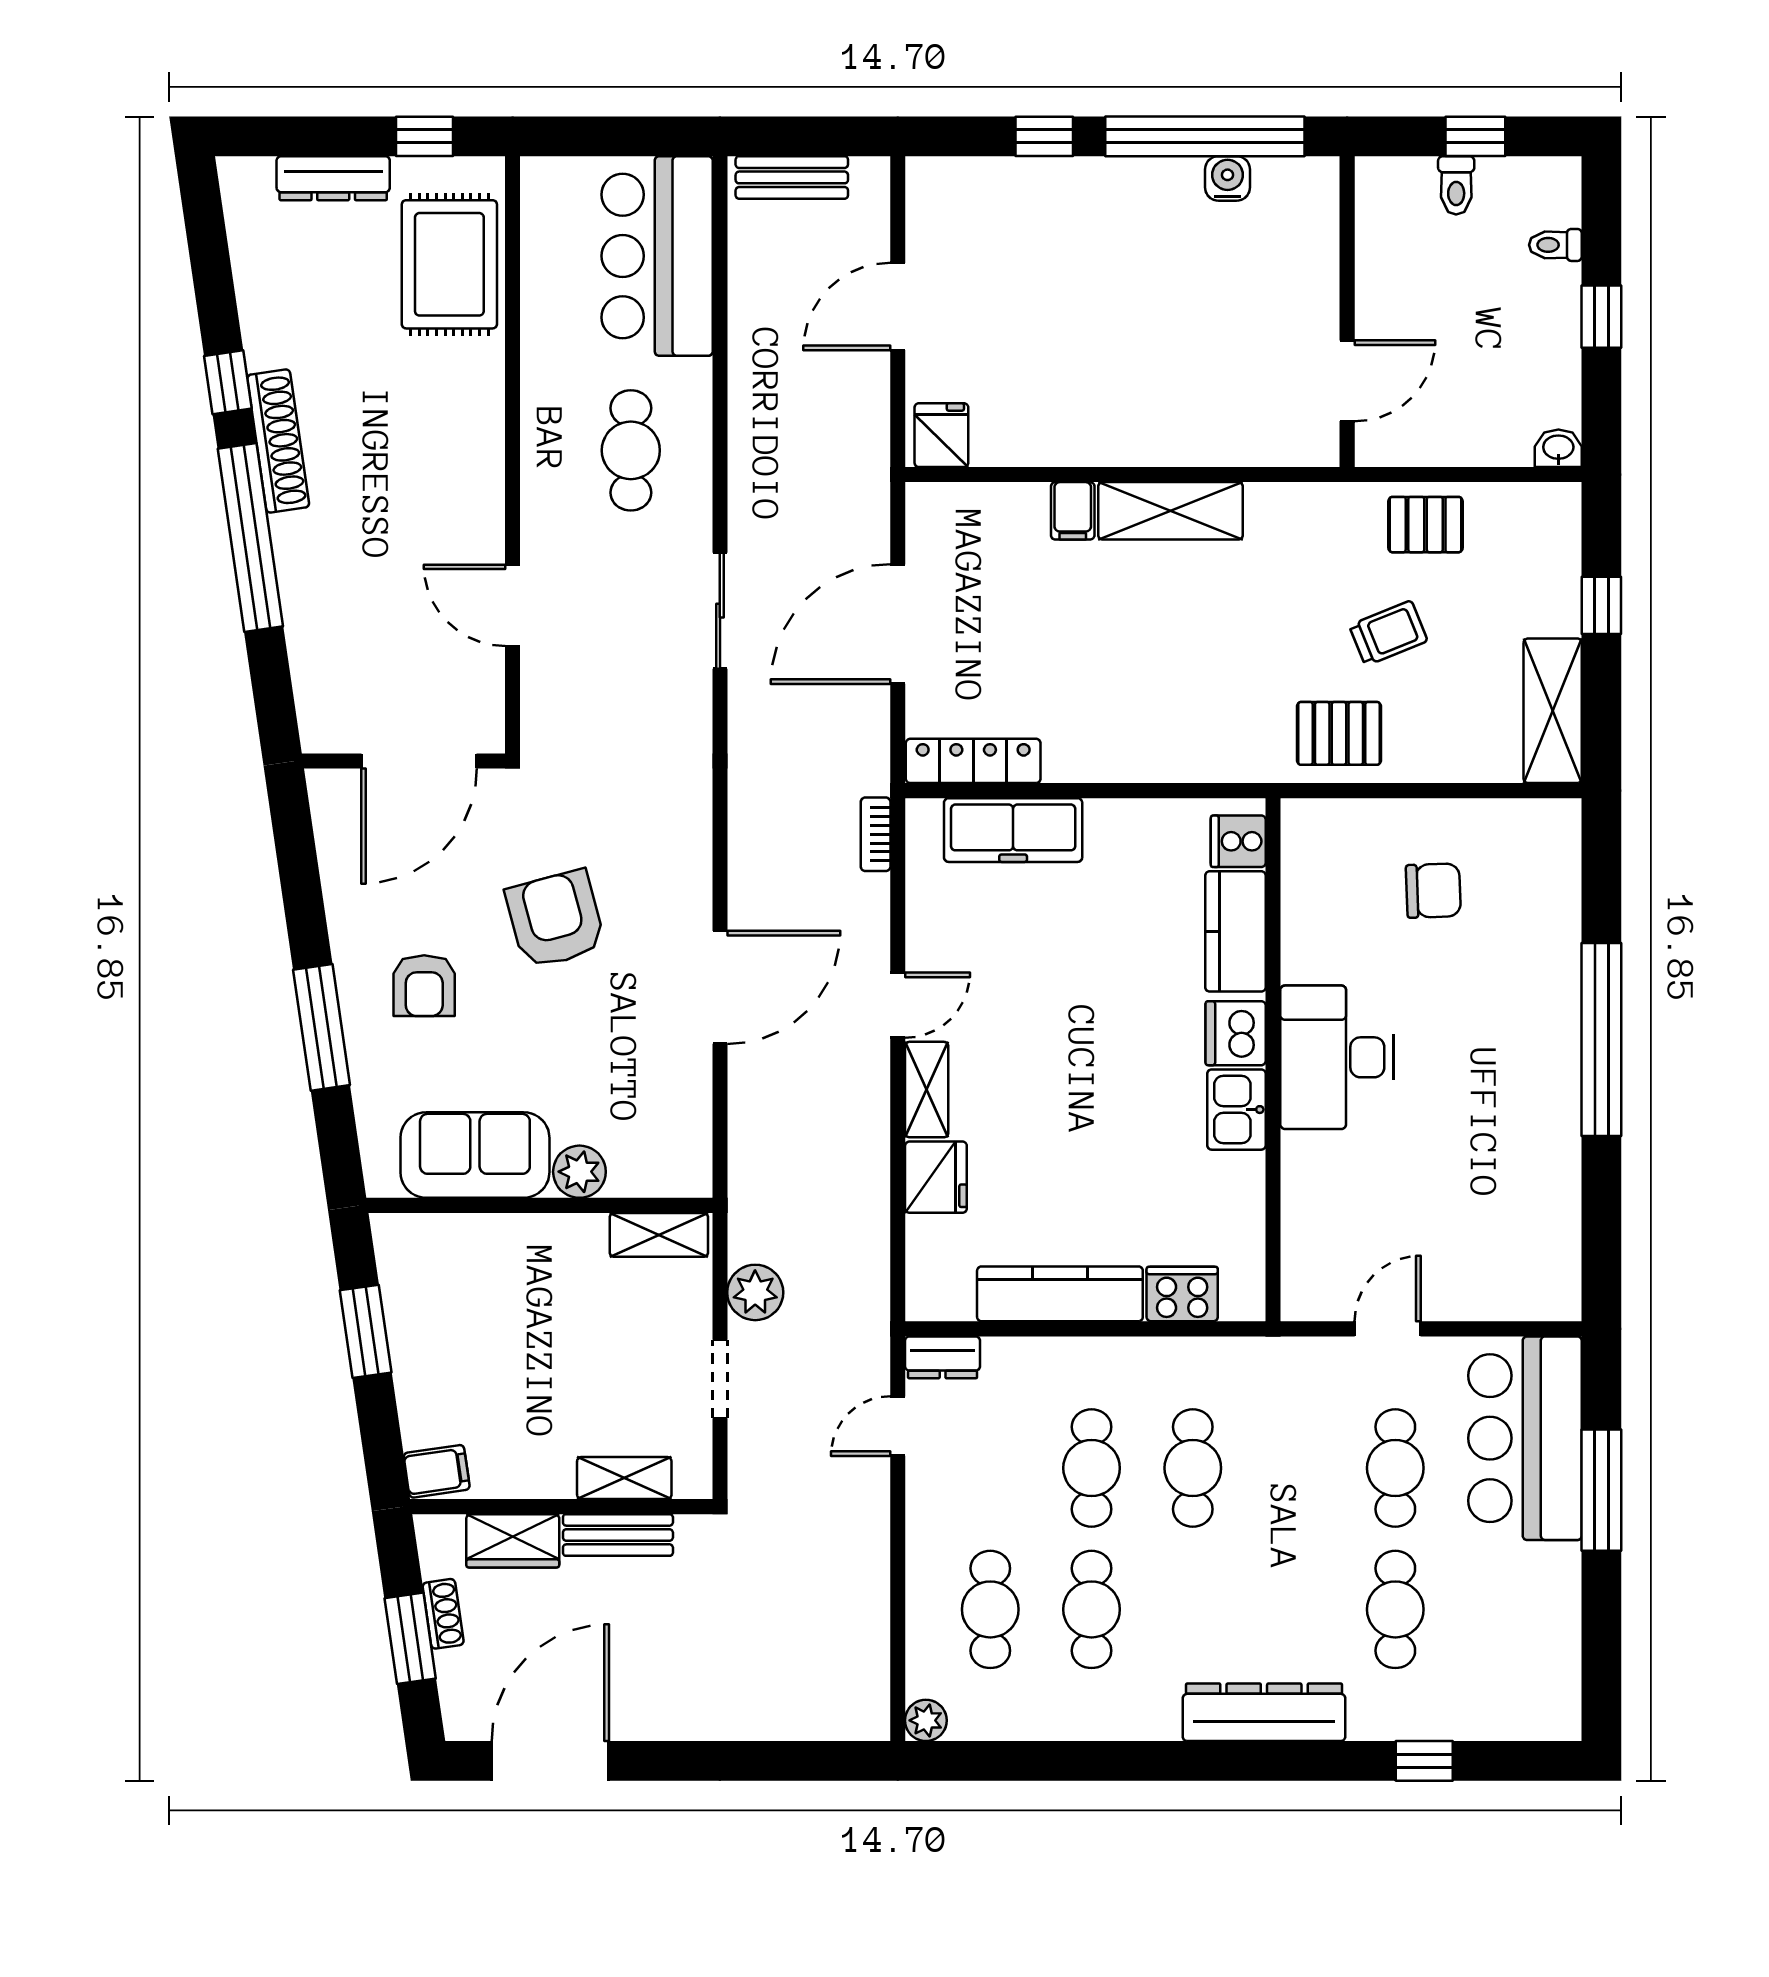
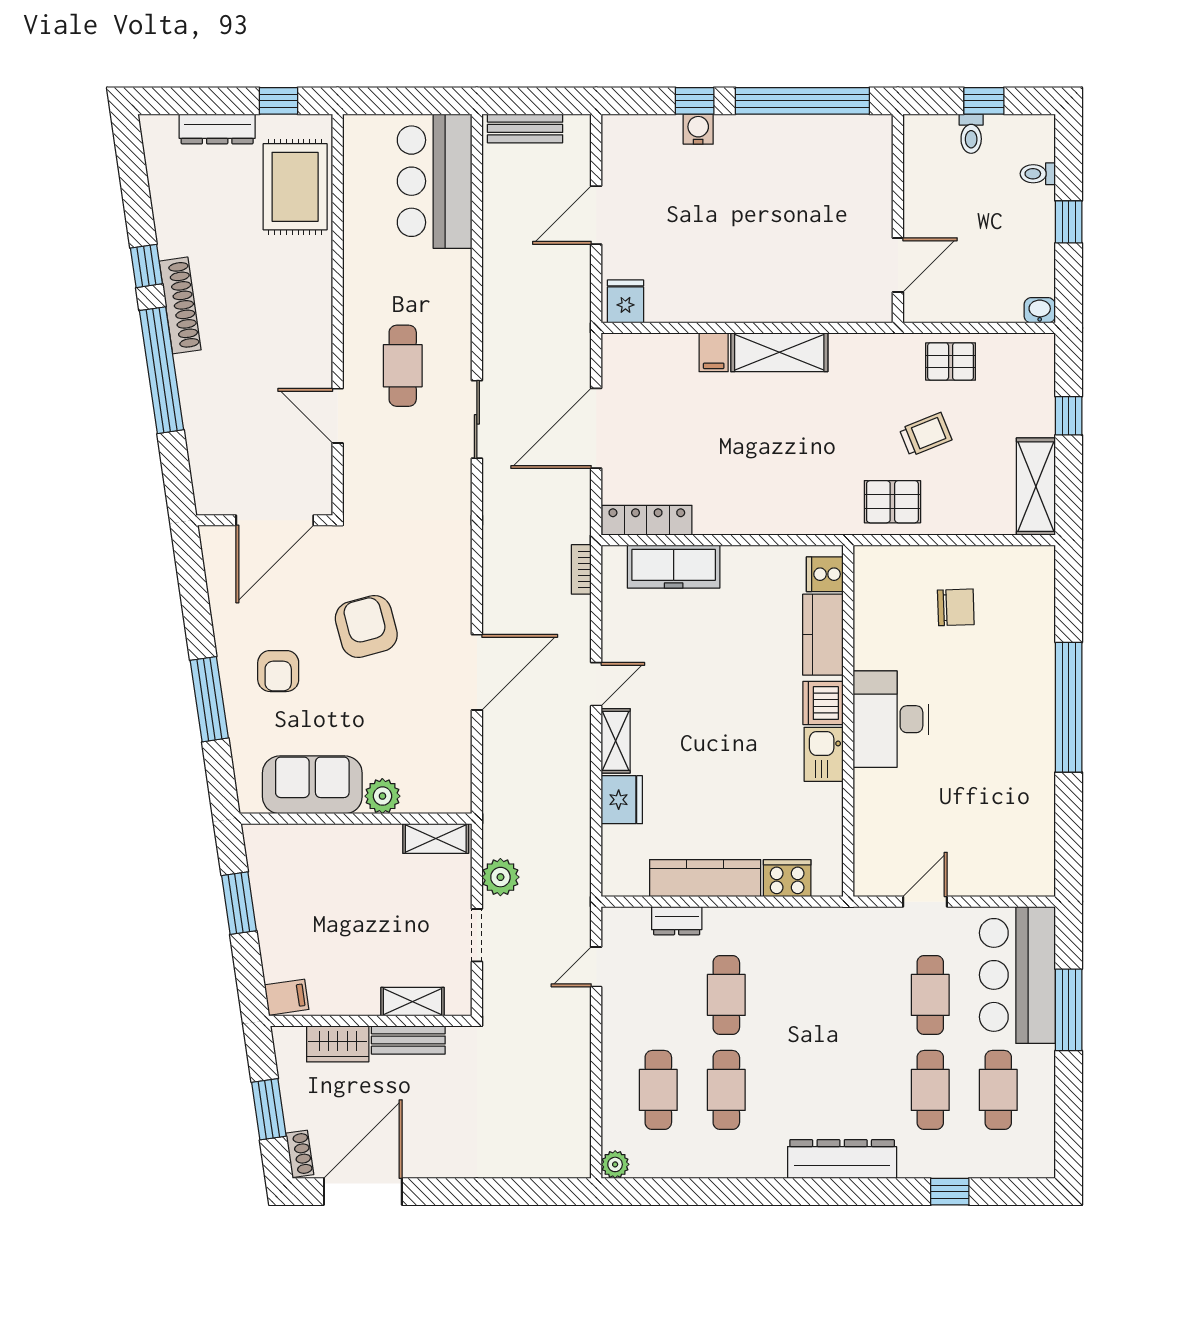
water cooler: (1228, 178) -> (698, 129), moved
cafe table: (631, 450) -> (403, 366), moved
dresser: (943, 1357) -> (677, 921), moved
cafe table: (1193, 1468) -> (998, 1090), moved
shoe rack: (443, 1614) -> (300, 1154), moved

